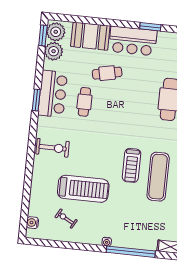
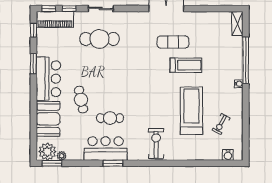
plant: (54, 51) -> (62, 156), width x0.53, depth x0.53
treadmill: (132, 165) -> (186, 65), moved
exercise mat: (158, 177) -> (173, 42), width x0.73, depth x0.69

